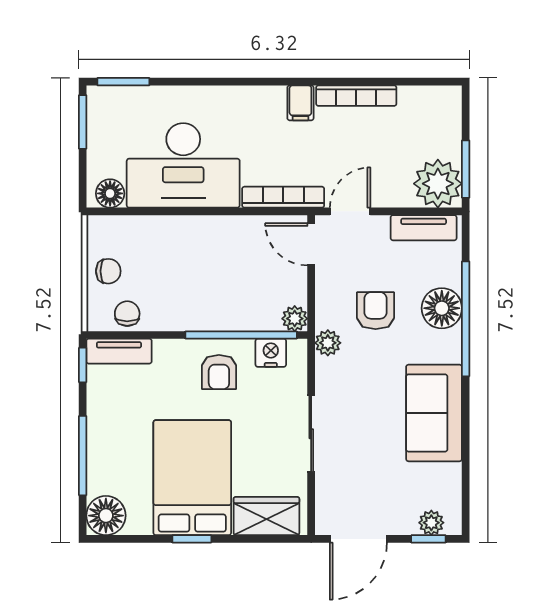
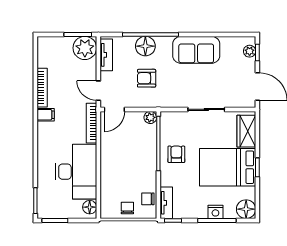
plant: (328, 343) -> (162, 101), removed
nightstand: (271, 353) -> (215, 212), moved, turned -90
armchair: (219, 372) -> (176, 154), turned -90

